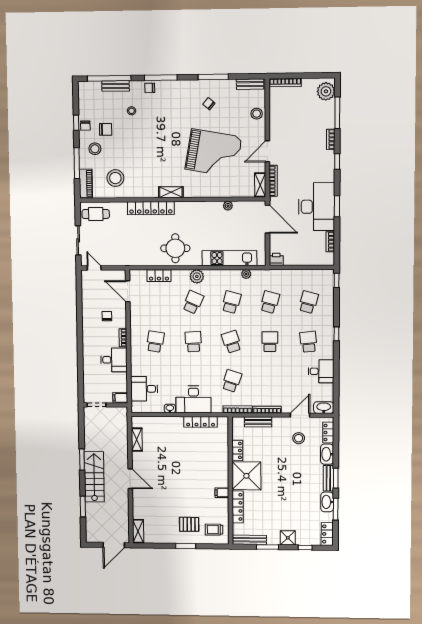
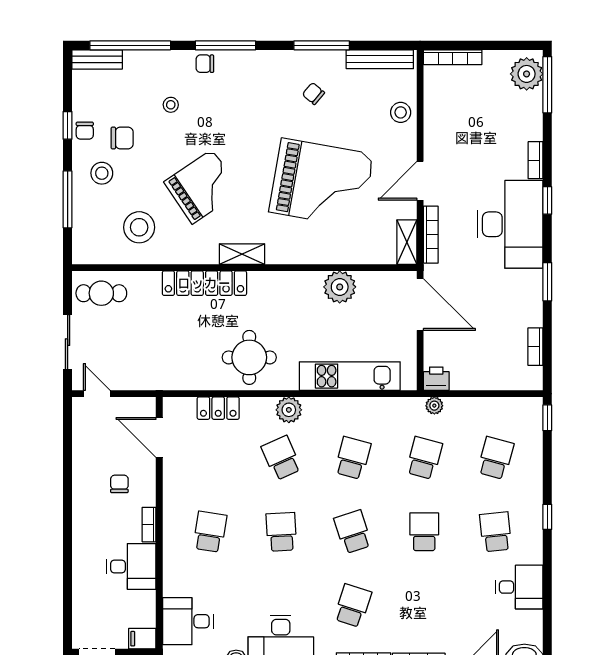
bench: (250, 84) -> (380, 59), width x1.36
bench: (116, 86) -> (97, 59), moved
window: (337, 113) -> (547, 85), moved
grand piano: (149, 156) -> (202, 187), added
piano: (86, 183) -> (84, 237), removed
plant: (228, 206) -> (340, 287), width x1.88, depth x1.88
desk: (317, 207) -> (510, 224), moved
plant: (246, 274) -> (434, 406), moved
school desk: (193, 302) -> (281, 458), turned -48

